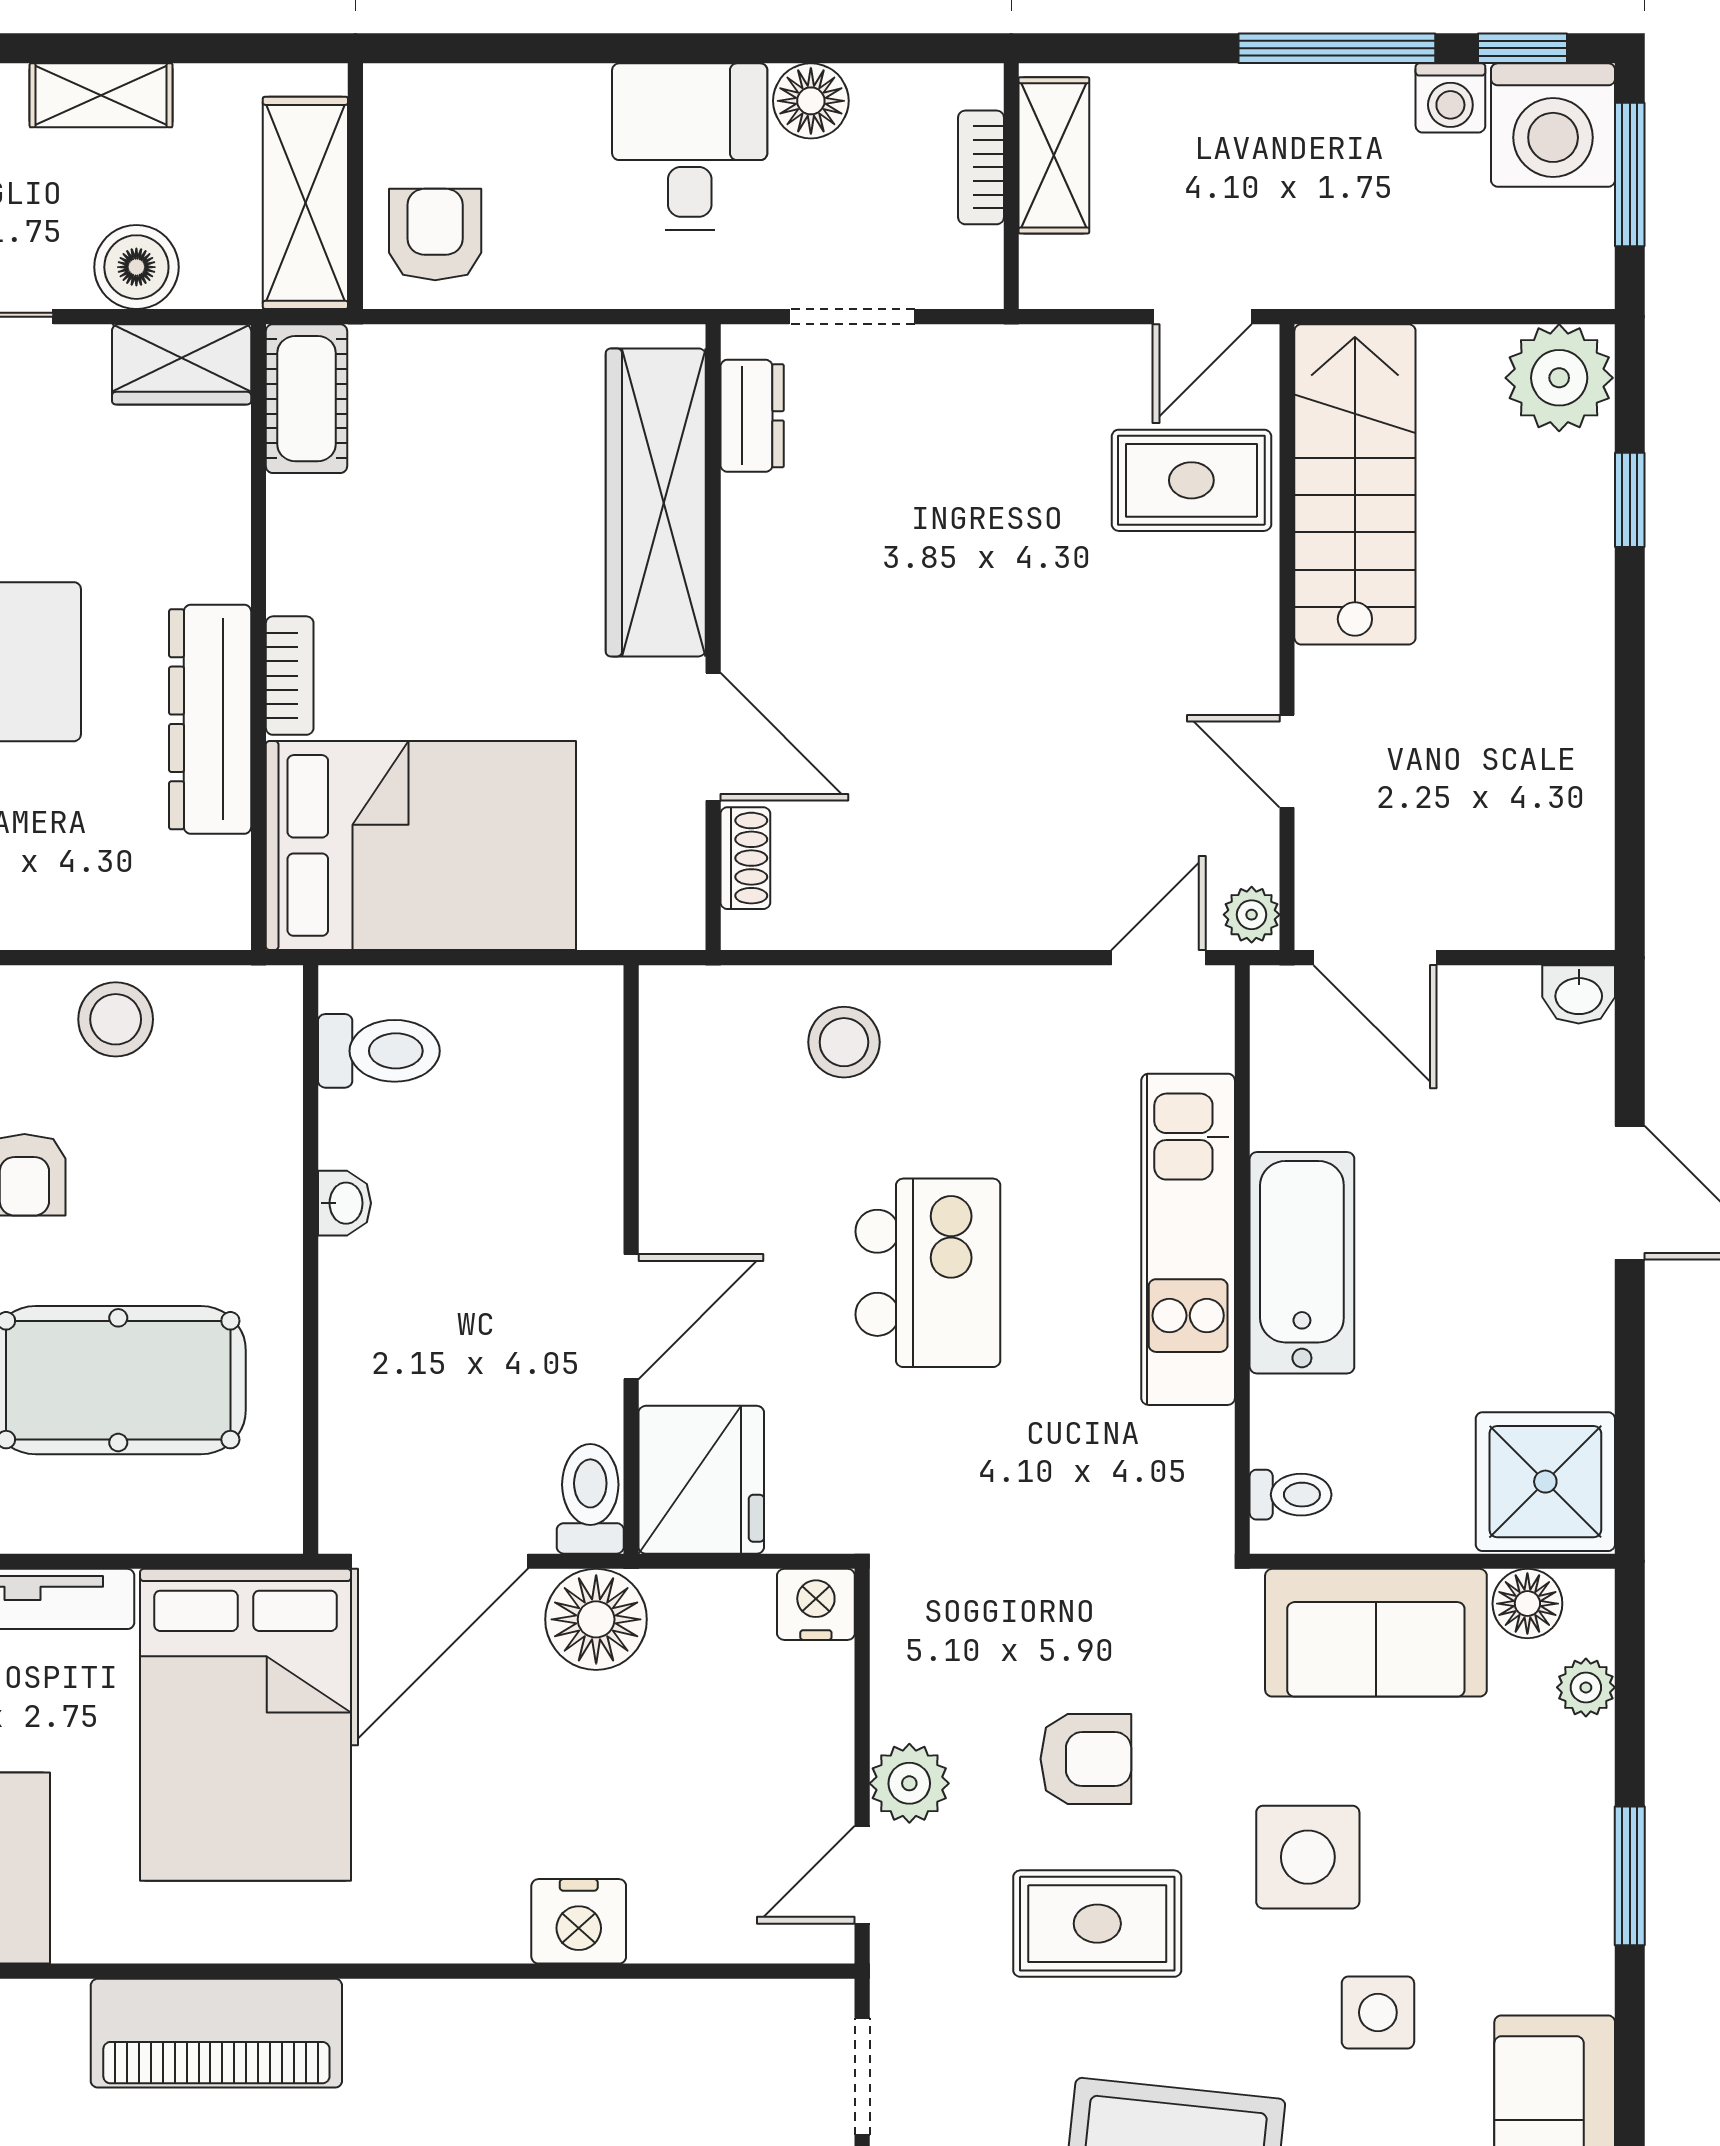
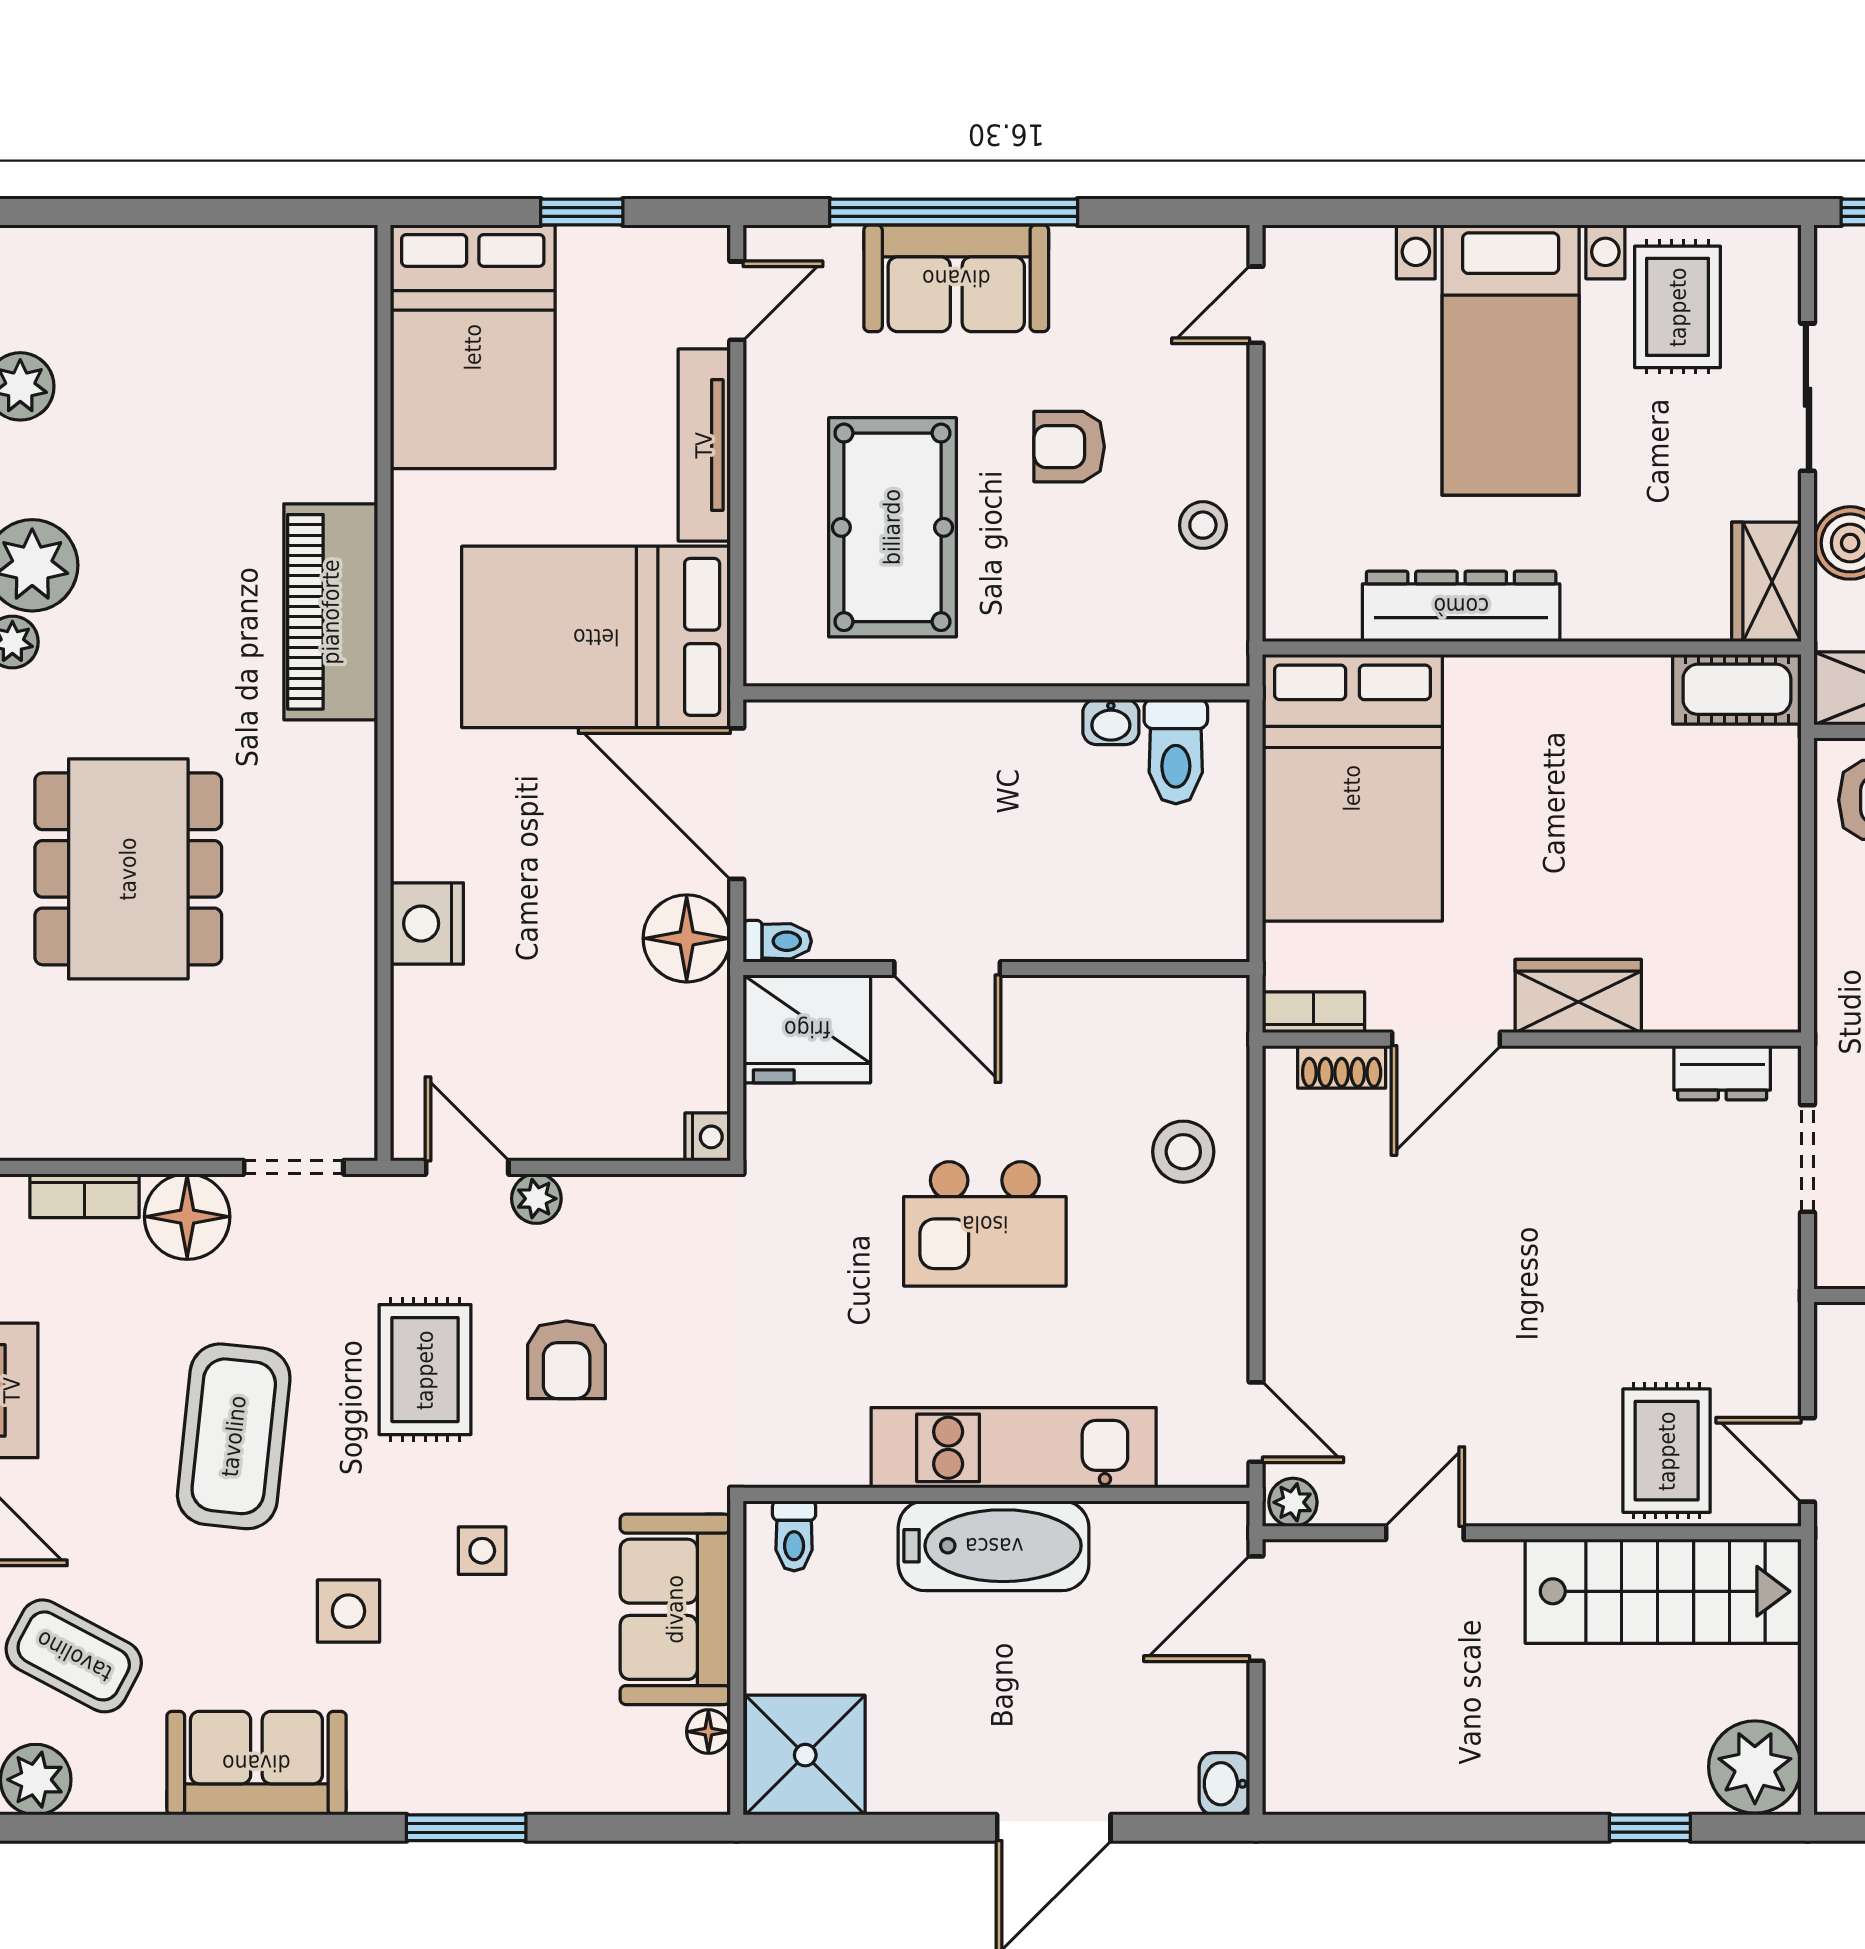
wardrobe: (656, 502) -> (1578, 996), width x0.48, depth x0.85
bookcase: (290, 676) -> (1314, 1012), moved, turned 180
stool: (116, 1019) -> (1203, 525), width x0.73, depth x0.73
washbasin: (344, 1203) -> (1111, 722), moved
toilet: (590, 1499) -> (777, 941), width x0.73, depth x0.72
nightstand: (816, 1604) -> (708, 1137), width x0.72, depth x0.74
floor lamp: (1527, 1604) -> (708, 1732), width x0.73, depth x0.73
plant: (1586, 1687) -> (628, 1790), removed
plant: (909, 1783) -> (536, 1199), width x0.73, depth x0.73
side table: (1308, 1857) -> (482, 1551), width x0.54, depth x0.54

